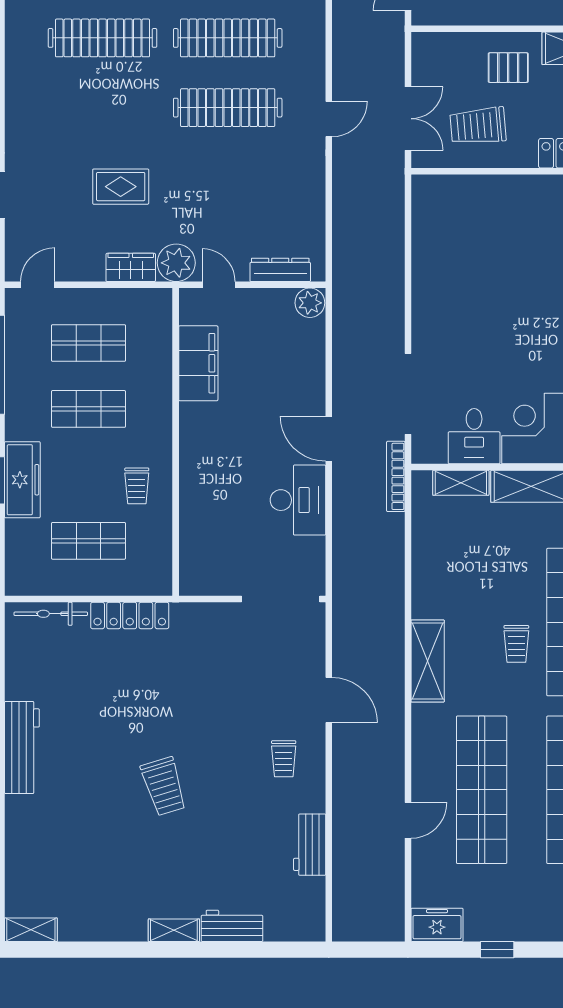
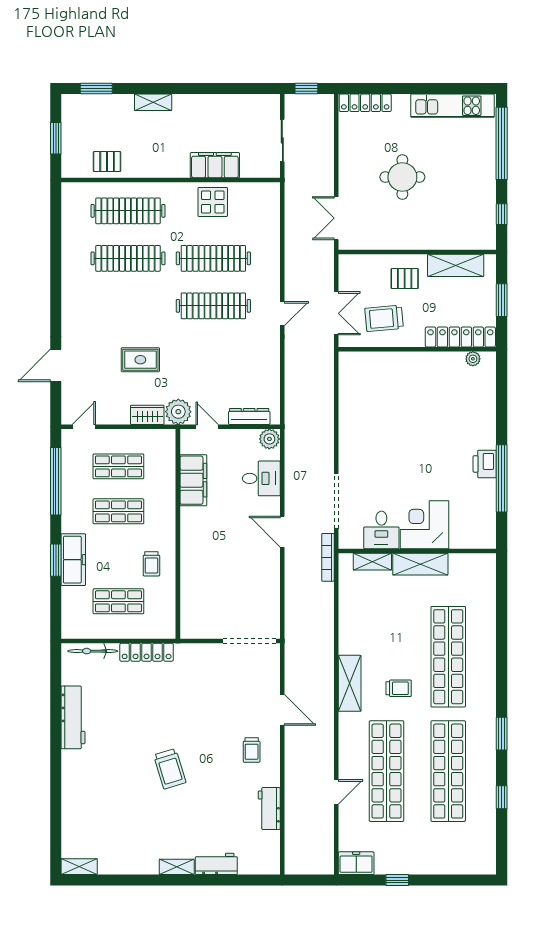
desk: (298, 500) -> (261, 478), moved, width x0.73
trolley: (516, 644) -> (399, 688), moved, turned -90
workbench: (22, 747) -> (73, 717), moved

